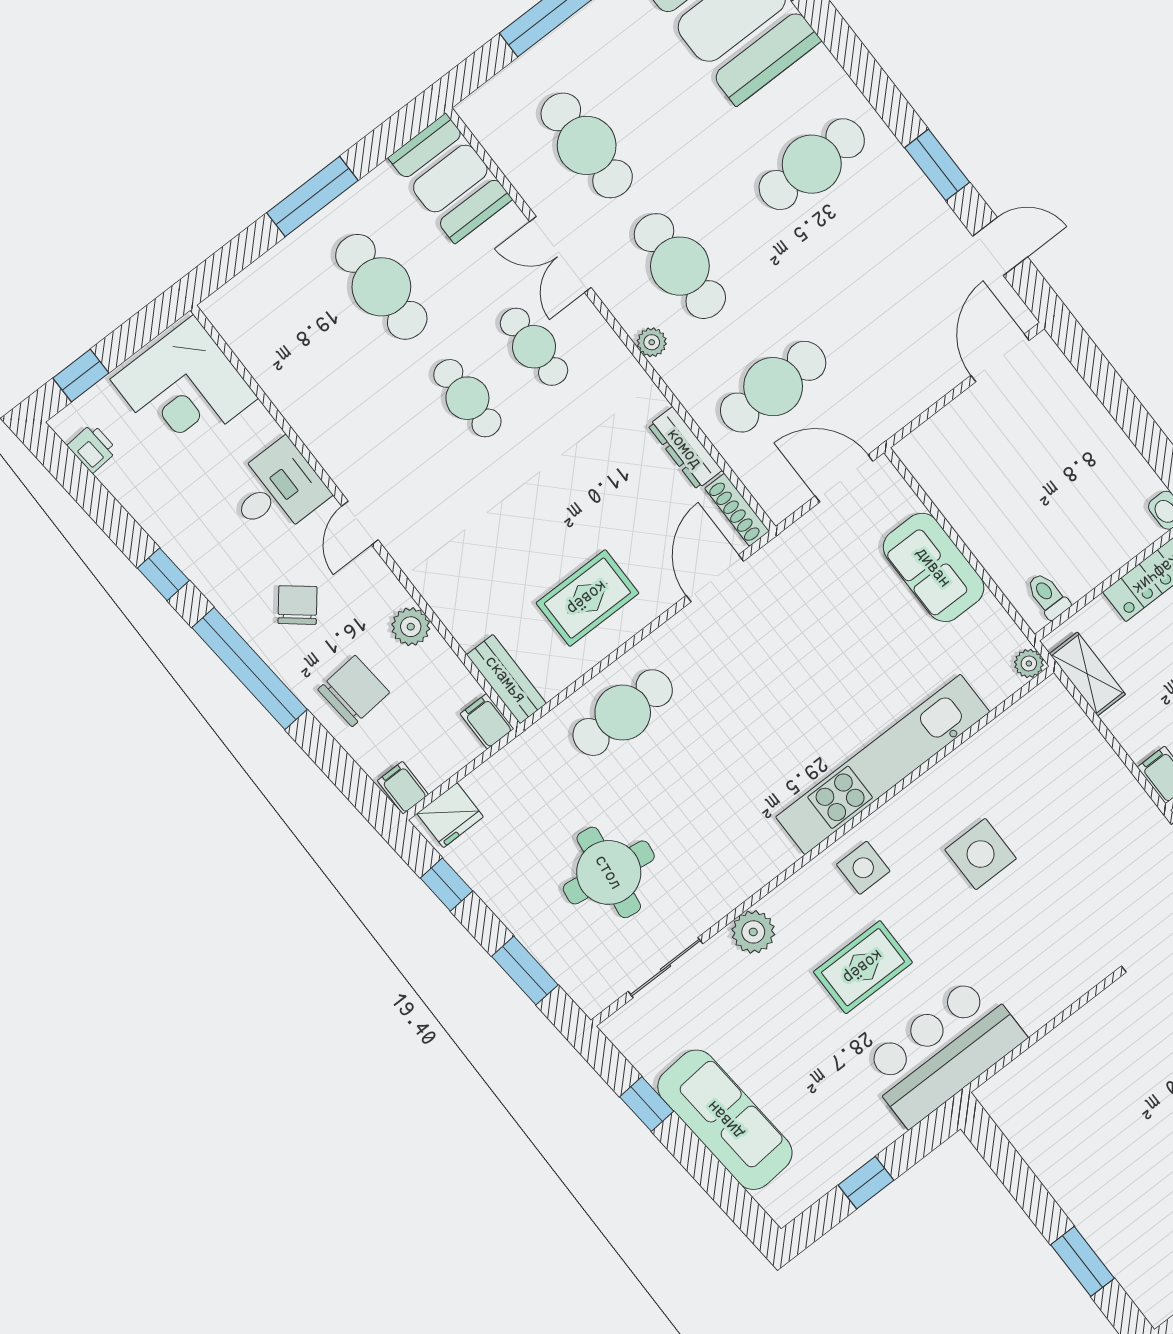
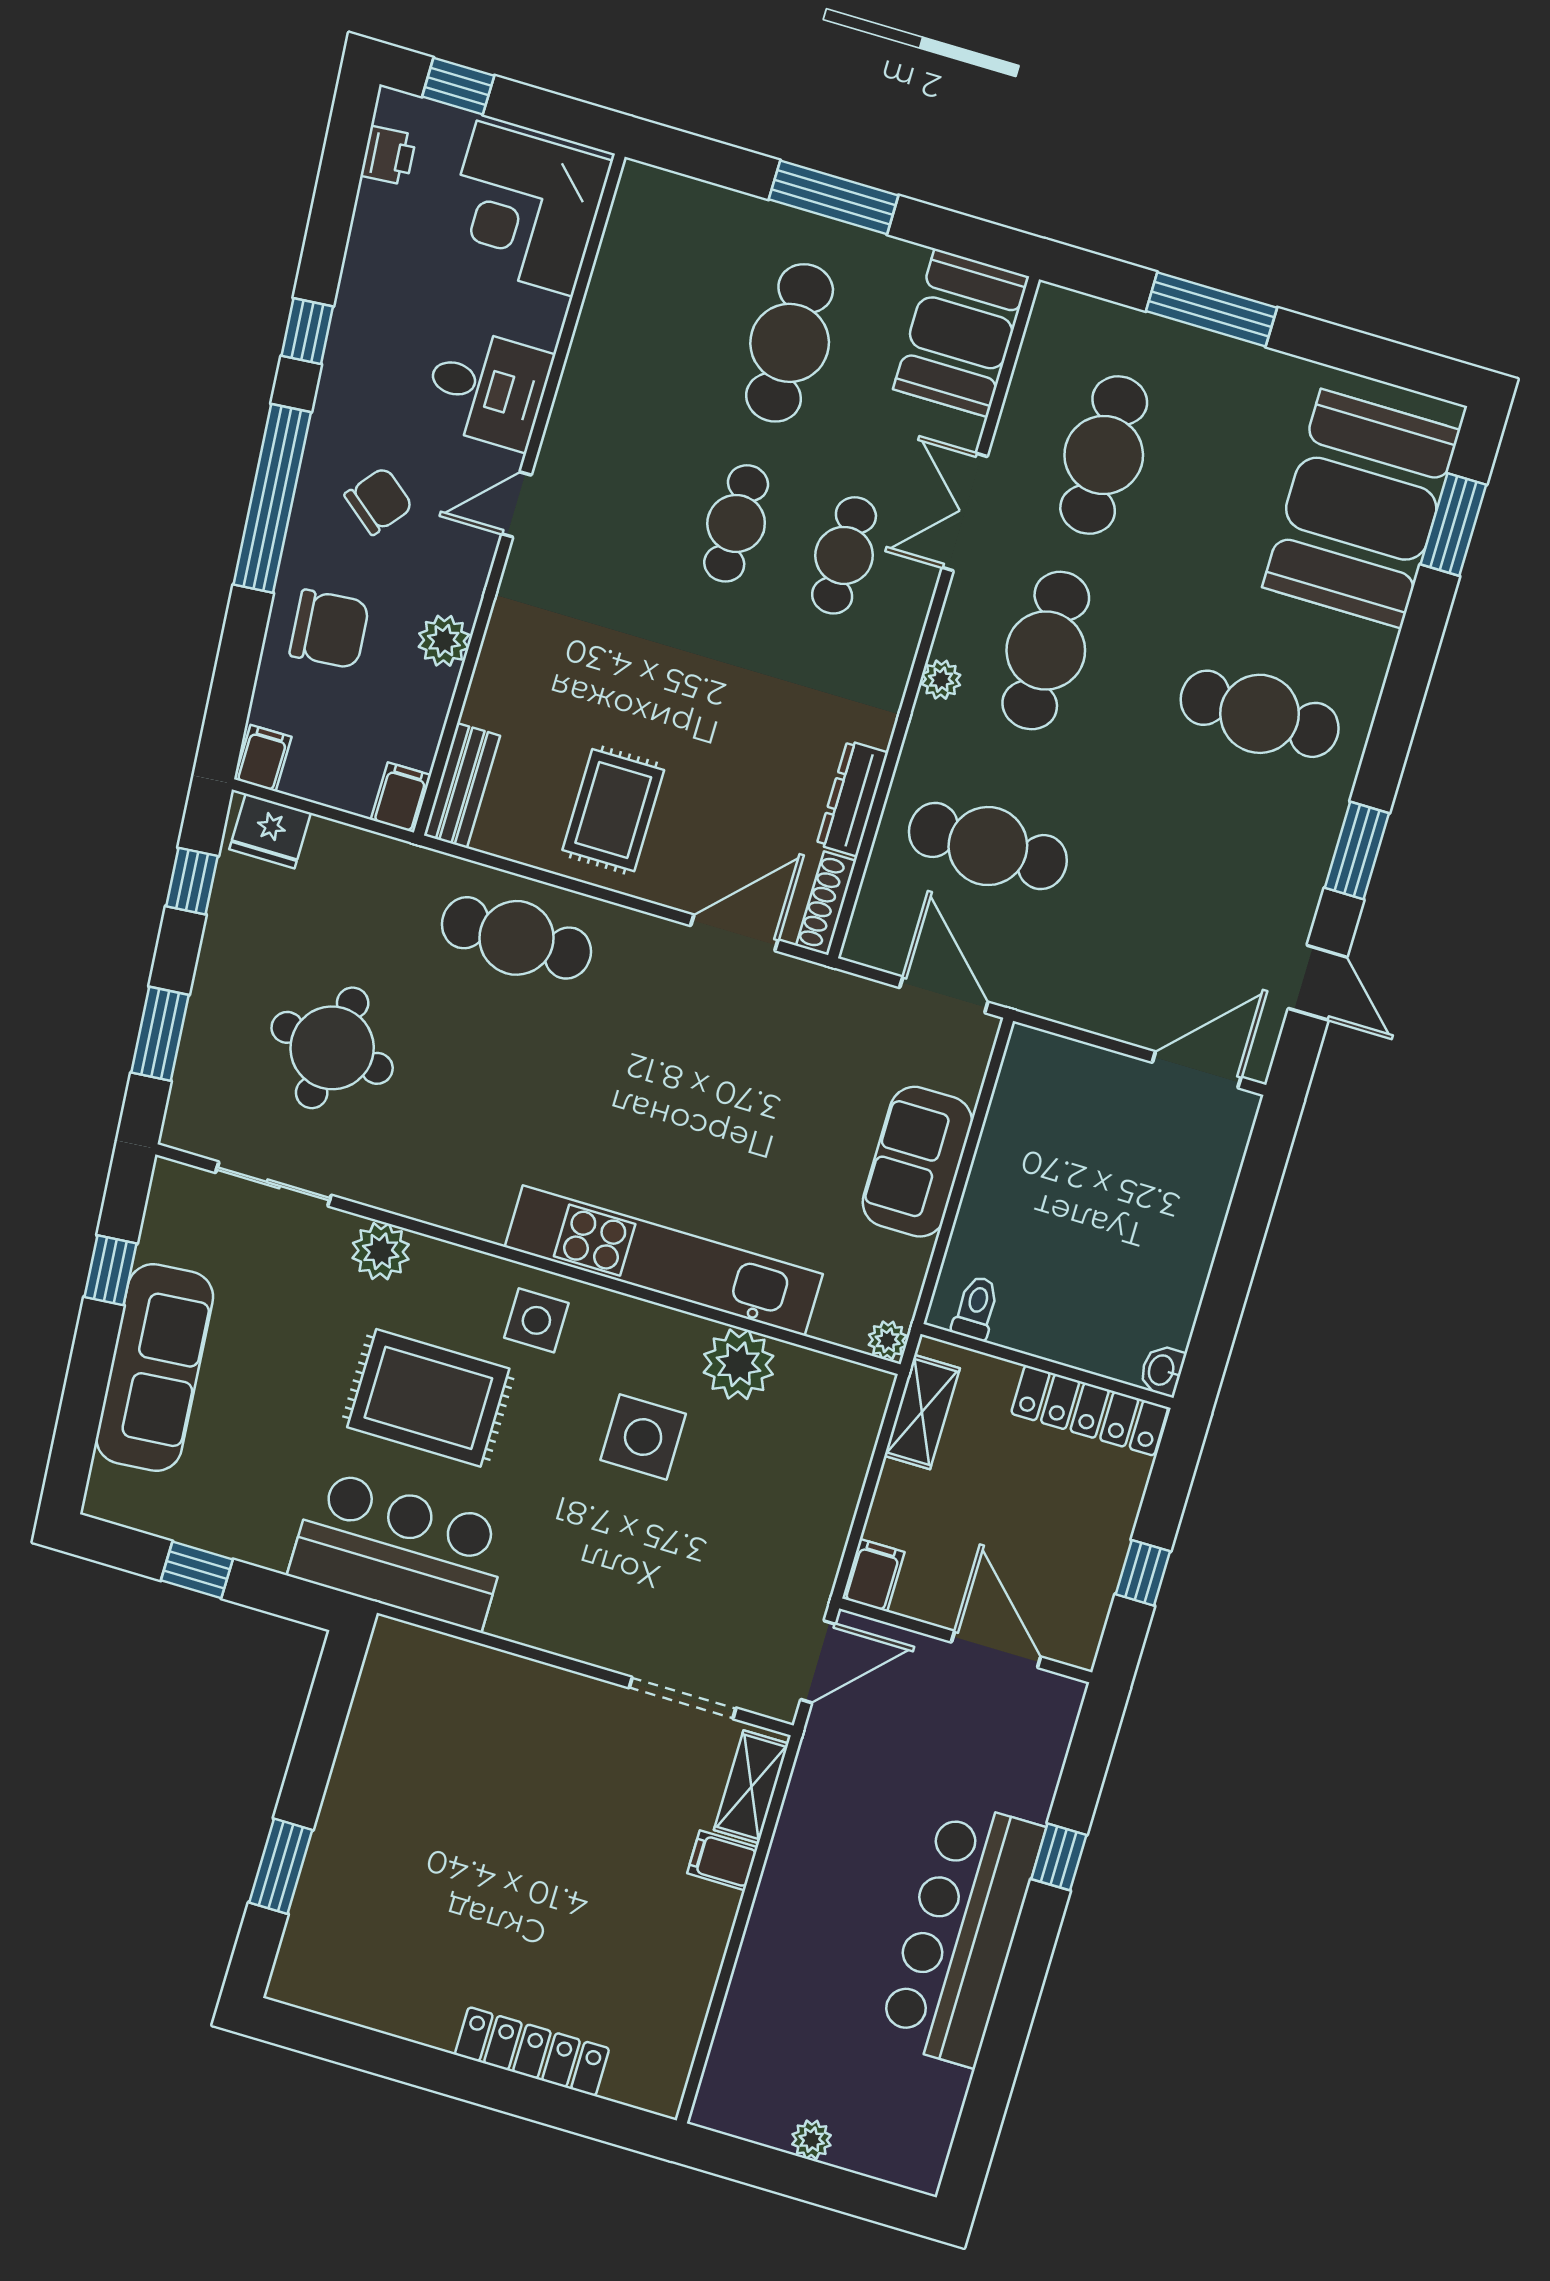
rug: (587, 598) -> (613, 810), turned 90
plant: (978, 764) -> (738, 1364), added
rug: (863, 967) -> (428, 1398), width x1.36, depth x1.43

